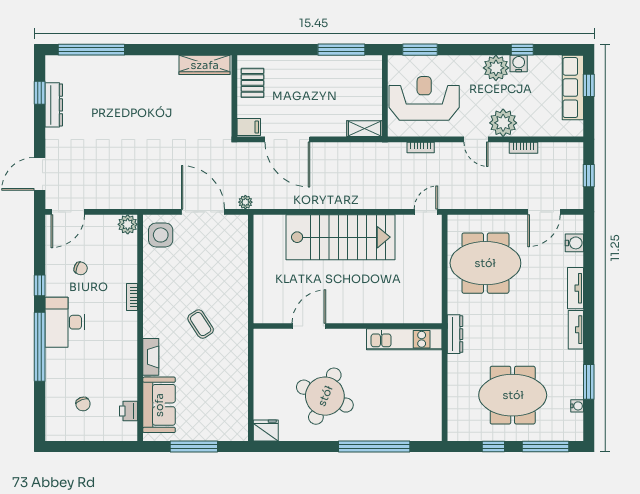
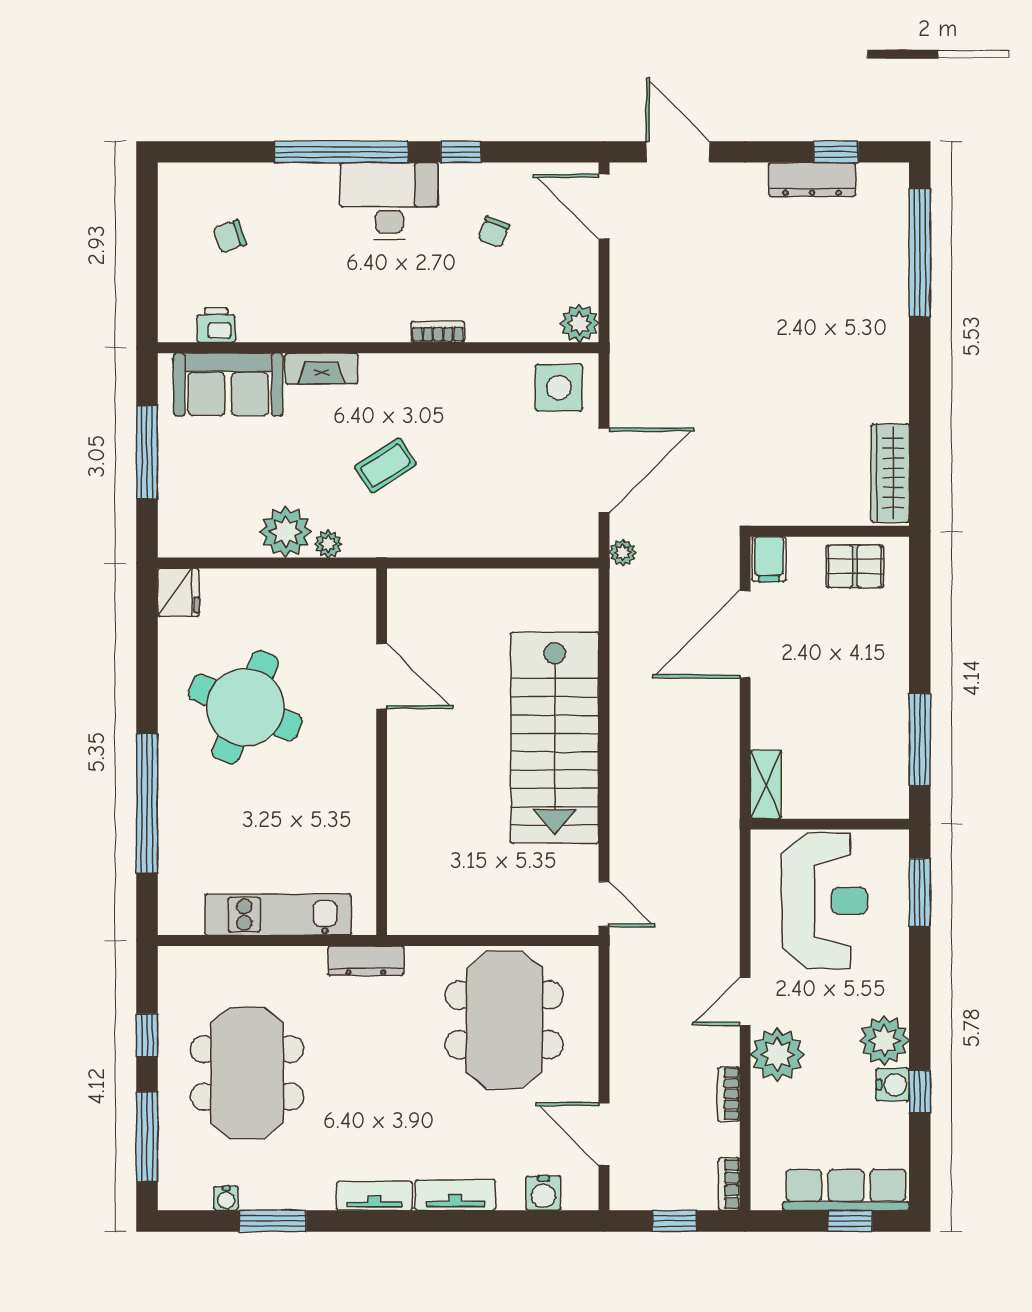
bookcase: (421, 147) -> (729, 1184), moved
kitchen unit: (404, 339) -> (278, 915), moved, turned 90
plant: (241, 353) -> (328, 544), added
plant: (235, 375) -> (286, 532), added

